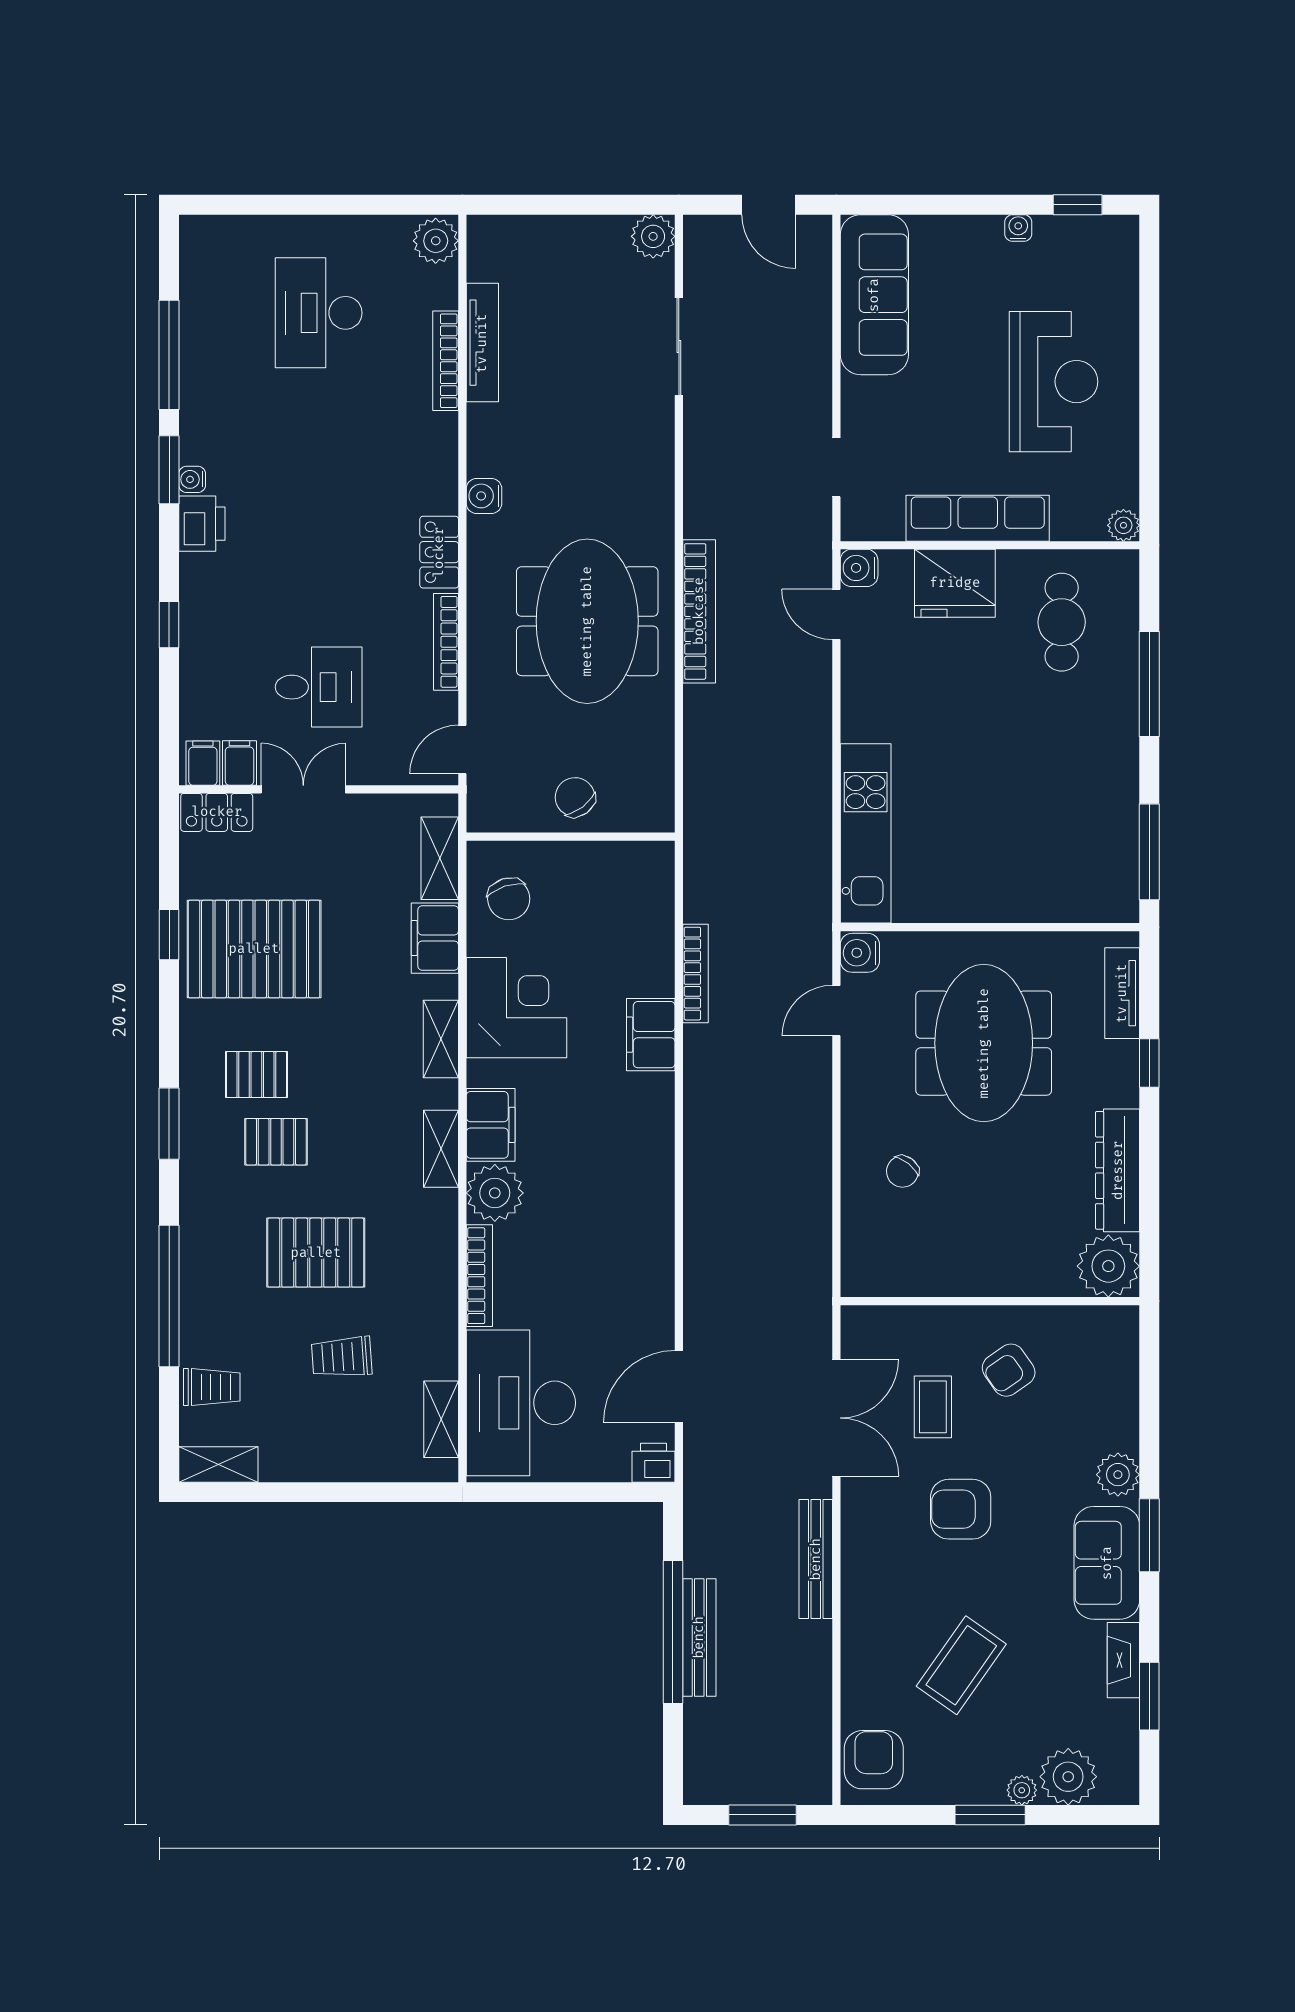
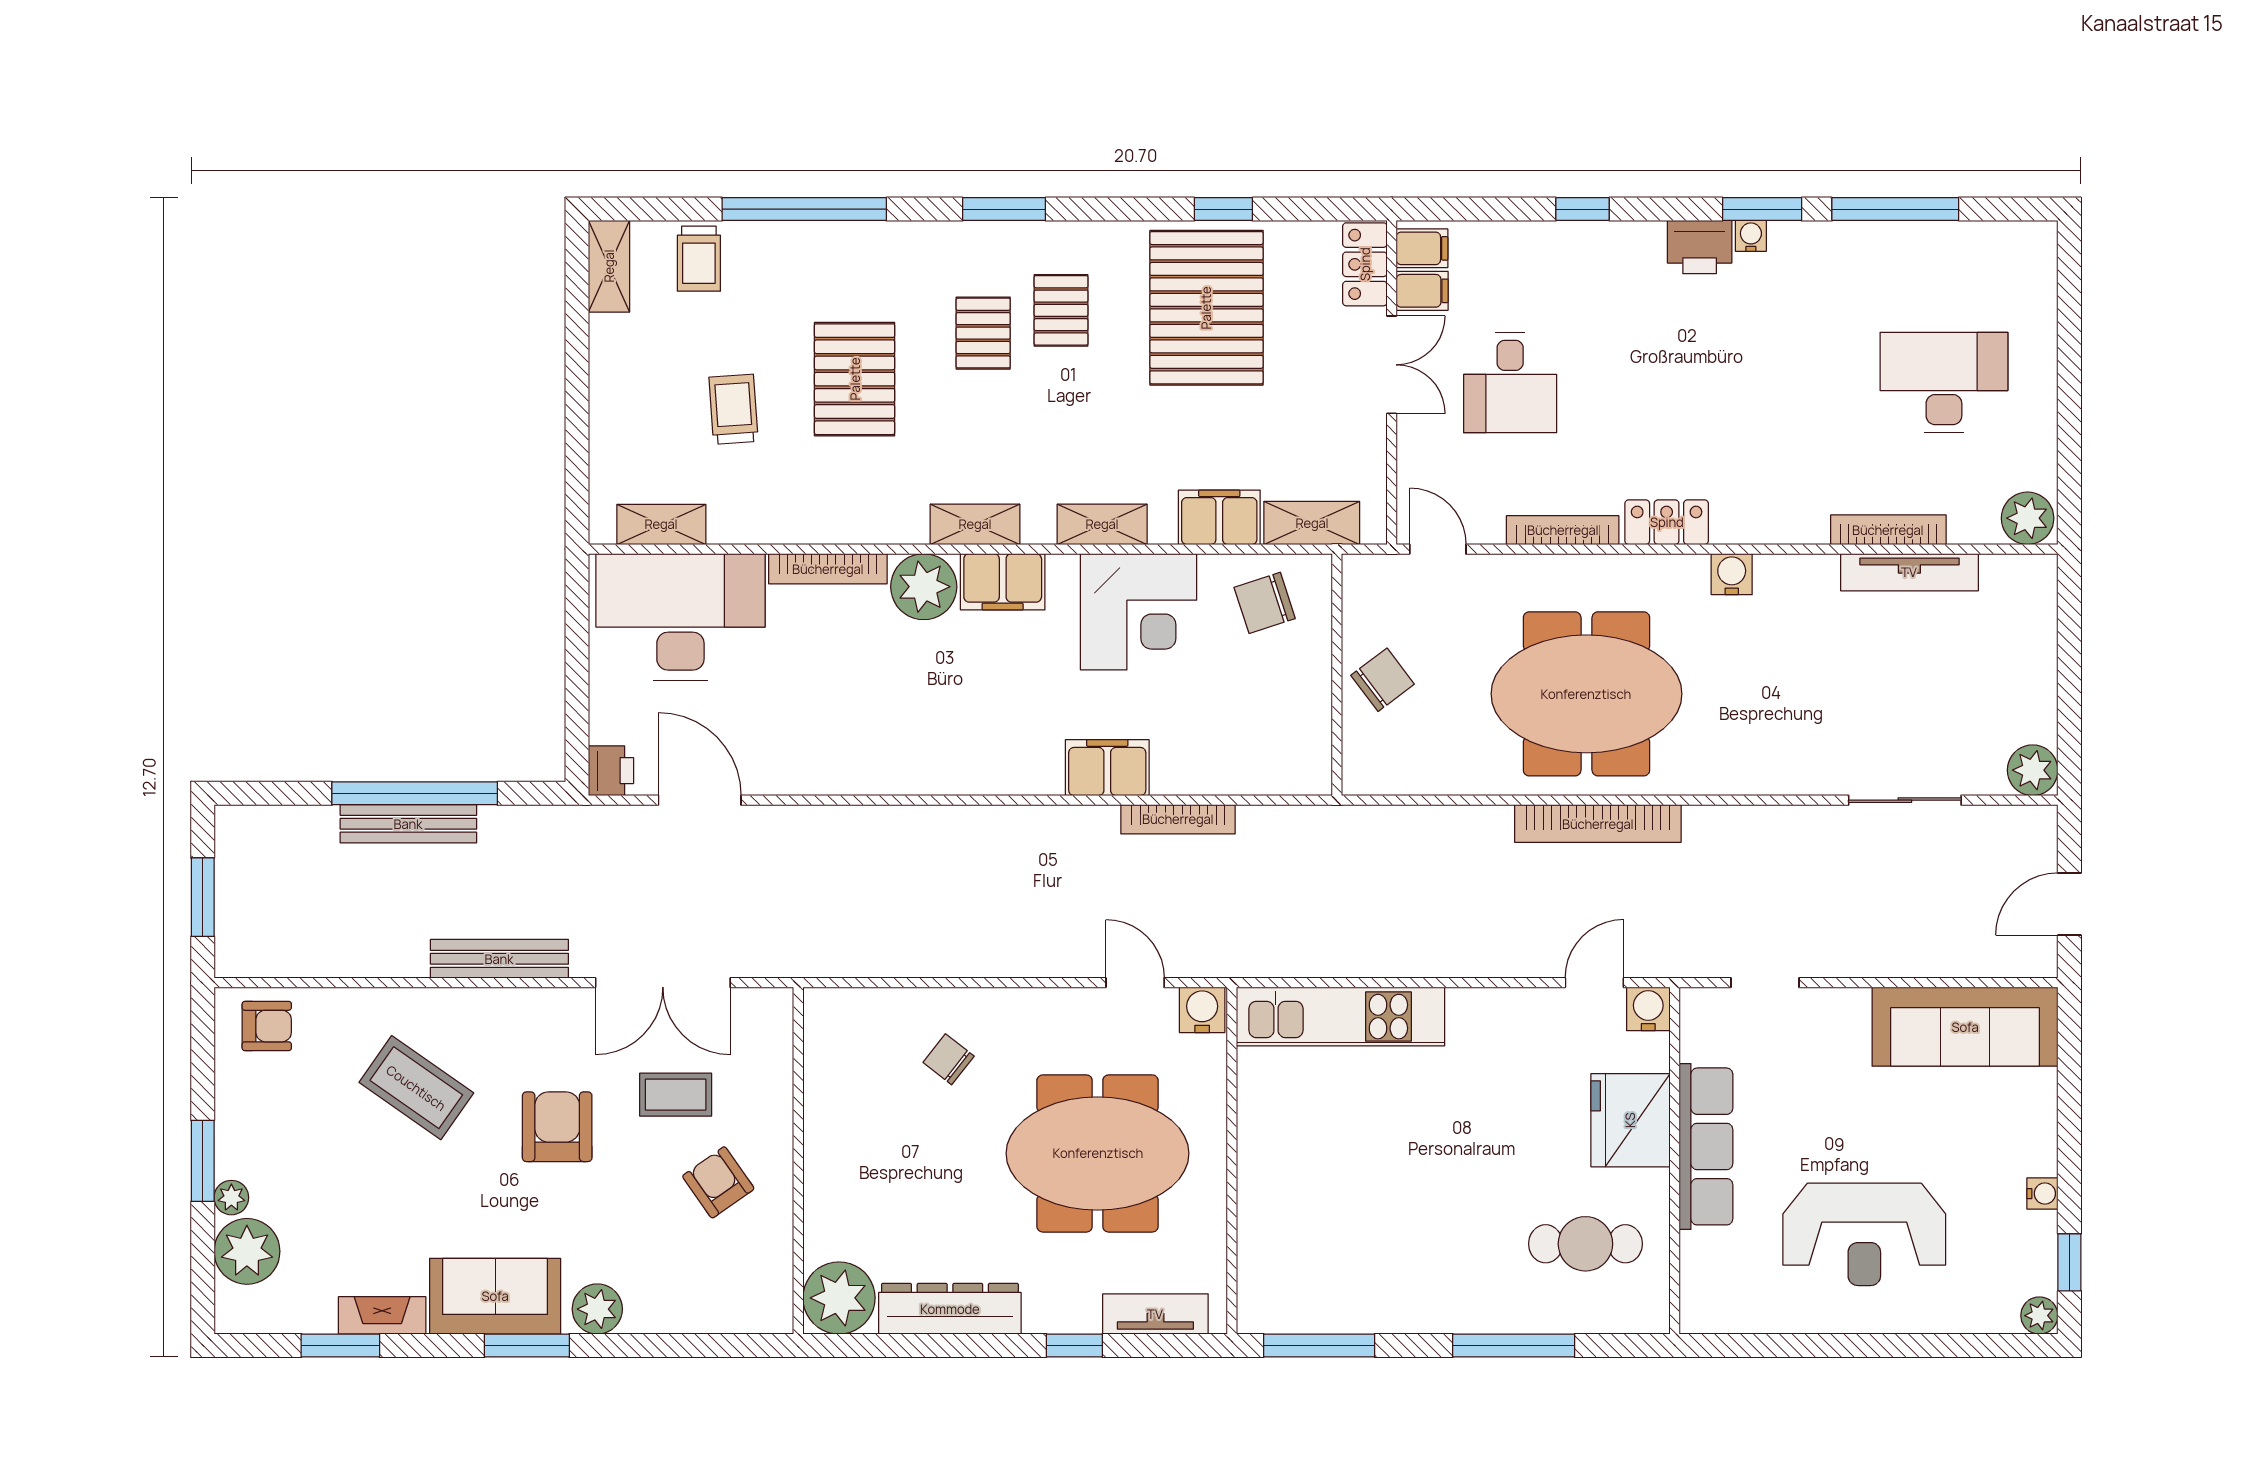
plant: (1123, 525) -> (2039, 1316), moved
coffee table: (961, 1665) -> (416, 1088), moved
armchair: (874, 1760) -> (267, 1026), width x0.72, depth x0.72

